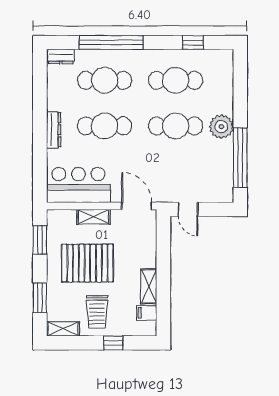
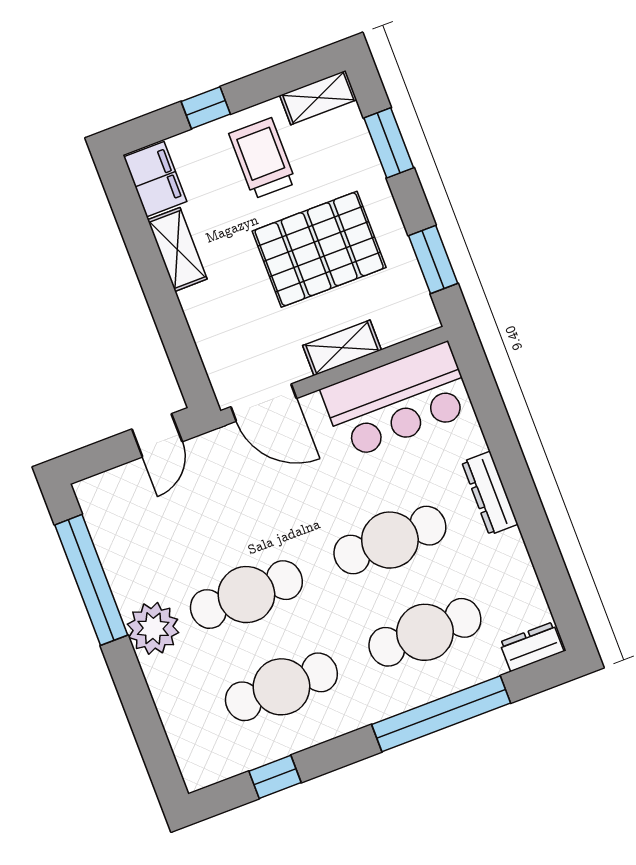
door: (188, 209) -> (157, 435), swing flipped
filing cabinet: (147, 313) -> (155, 179), width x2.00

